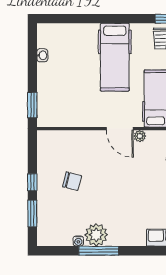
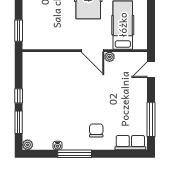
chair: (72, 181) -> (96, 130), moved, turned -104
plant: (96, 235) -> (28, 145), moved, width x0.53, depth x0.53

